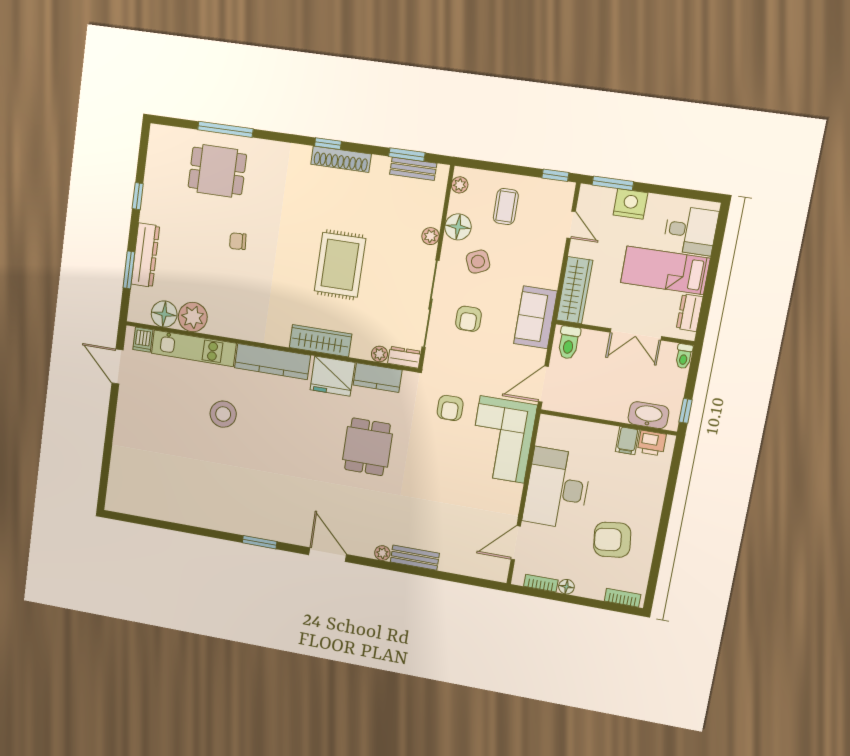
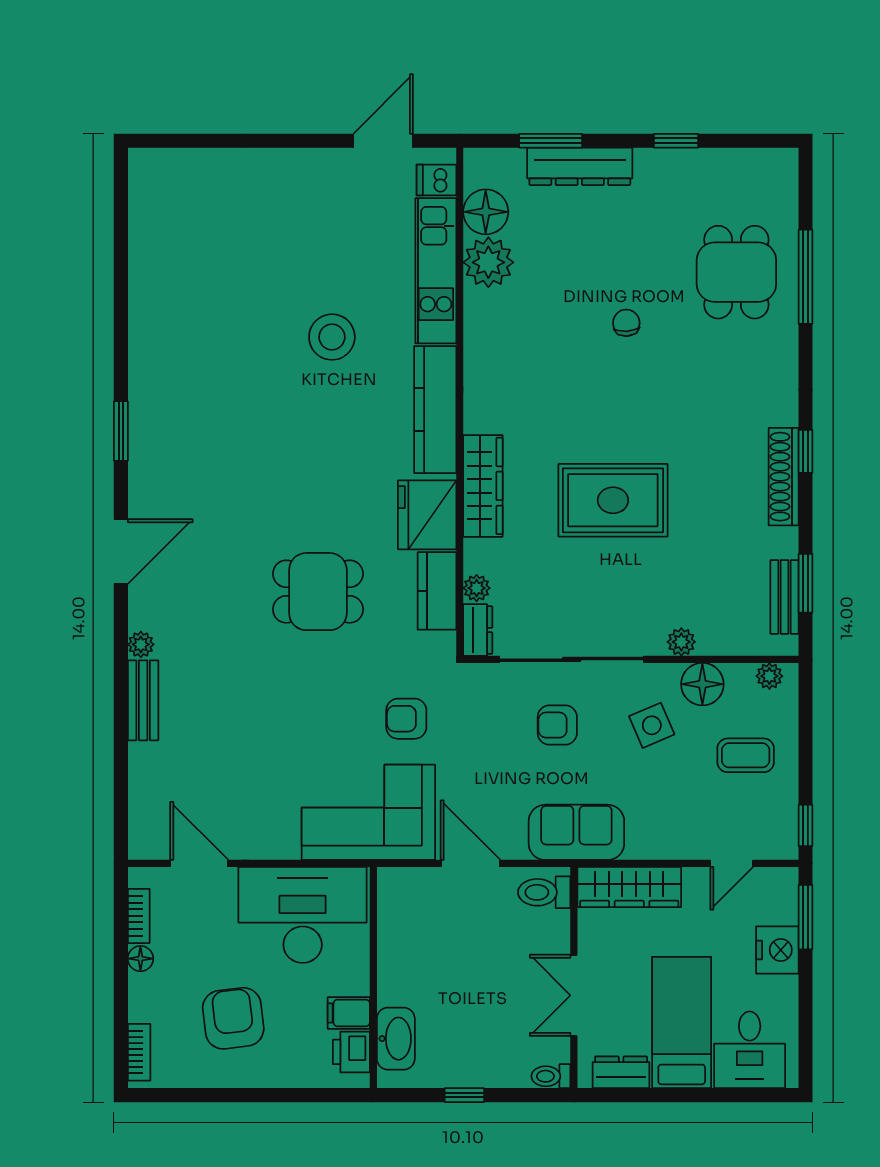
washbasin: (648, 415) -> (396, 1039), moved
wall: (608, 422) -> (373, 978), moved
filing cabinet: (627, 441) -> (349, 1013), moved
printer: (652, 443) -> (351, 1052), moved

